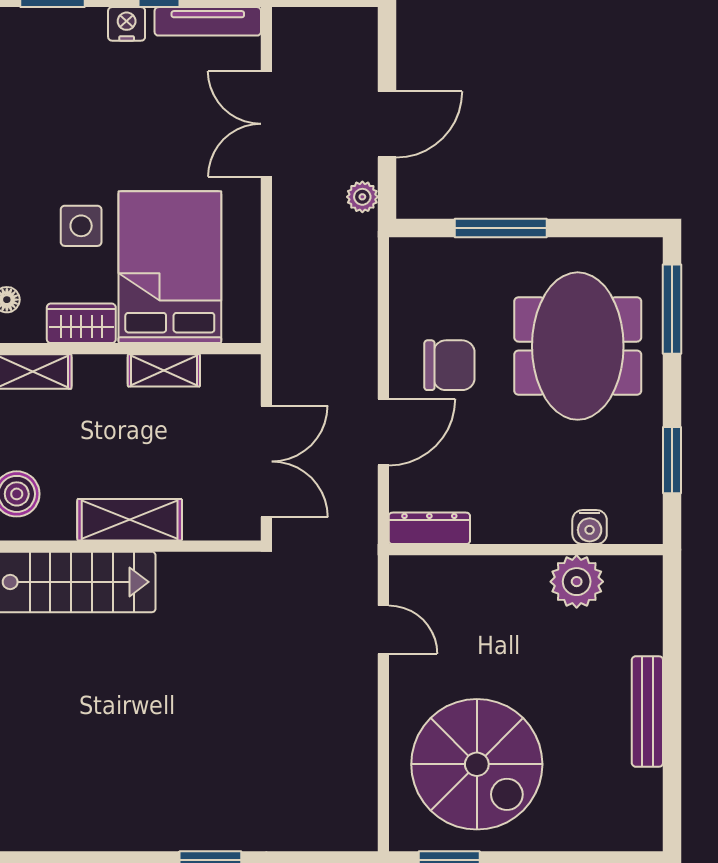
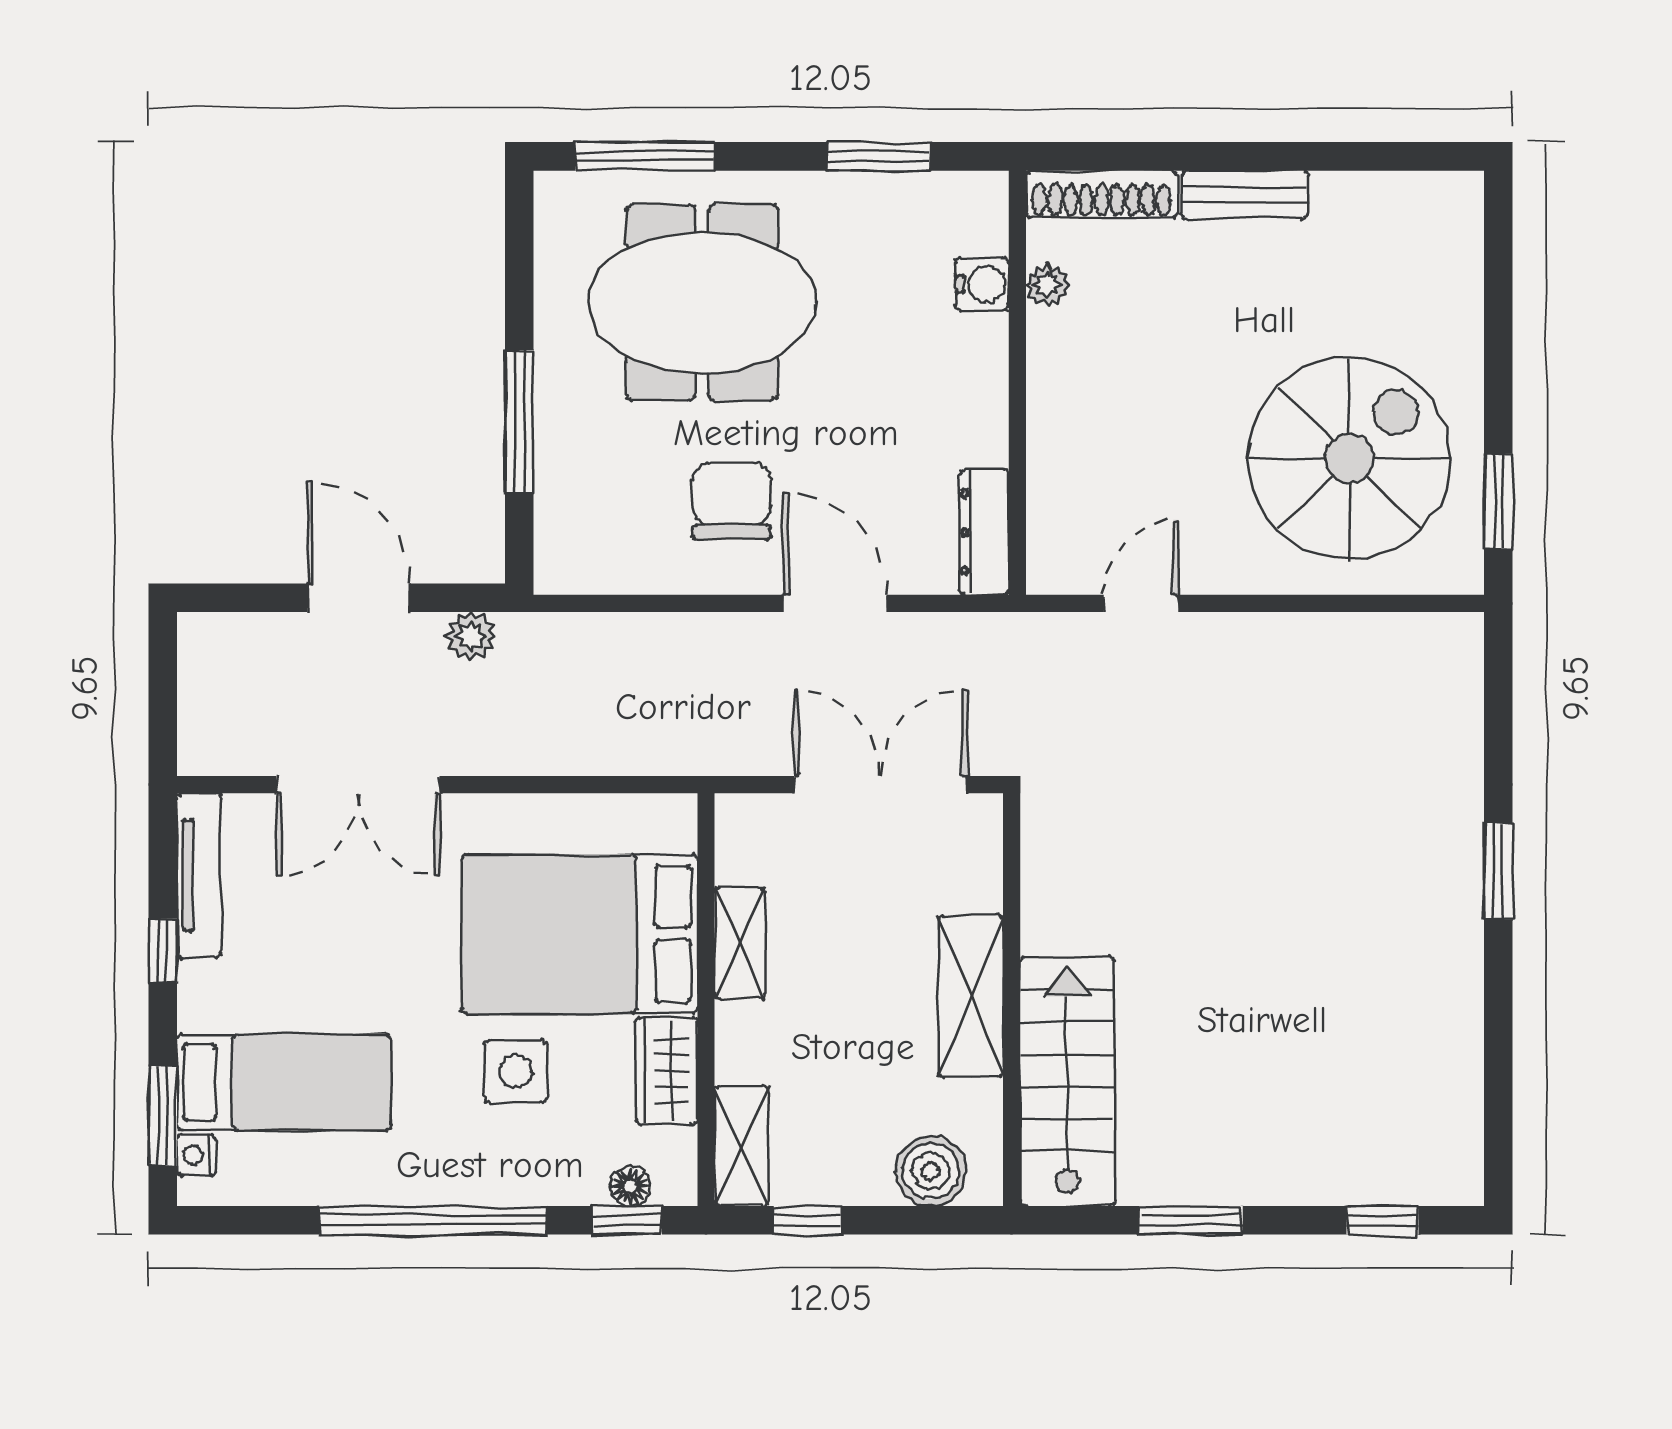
nightstand: (127, 24) -> (196, 1155), moved, width x0.72, depth x0.74
bed: (74, 76) -> (284, 1082), added
plant: (577, 582) -> (1048, 285), width x0.53, depth x0.53
shoe rack: (648, 604) -> (1102, 194), added
bench: (647, 711) -> (1245, 195), width x0.73

